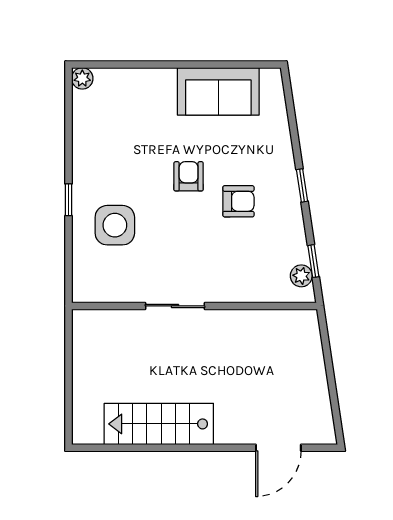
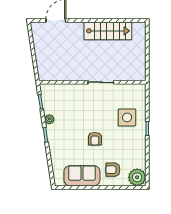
plant: (82, 78) -> (137, 177), width x1.88, depth x1.88
armchair: (238, 201) -> (113, 170), moved
plant: (301, 276) -> (49, 119), moved

